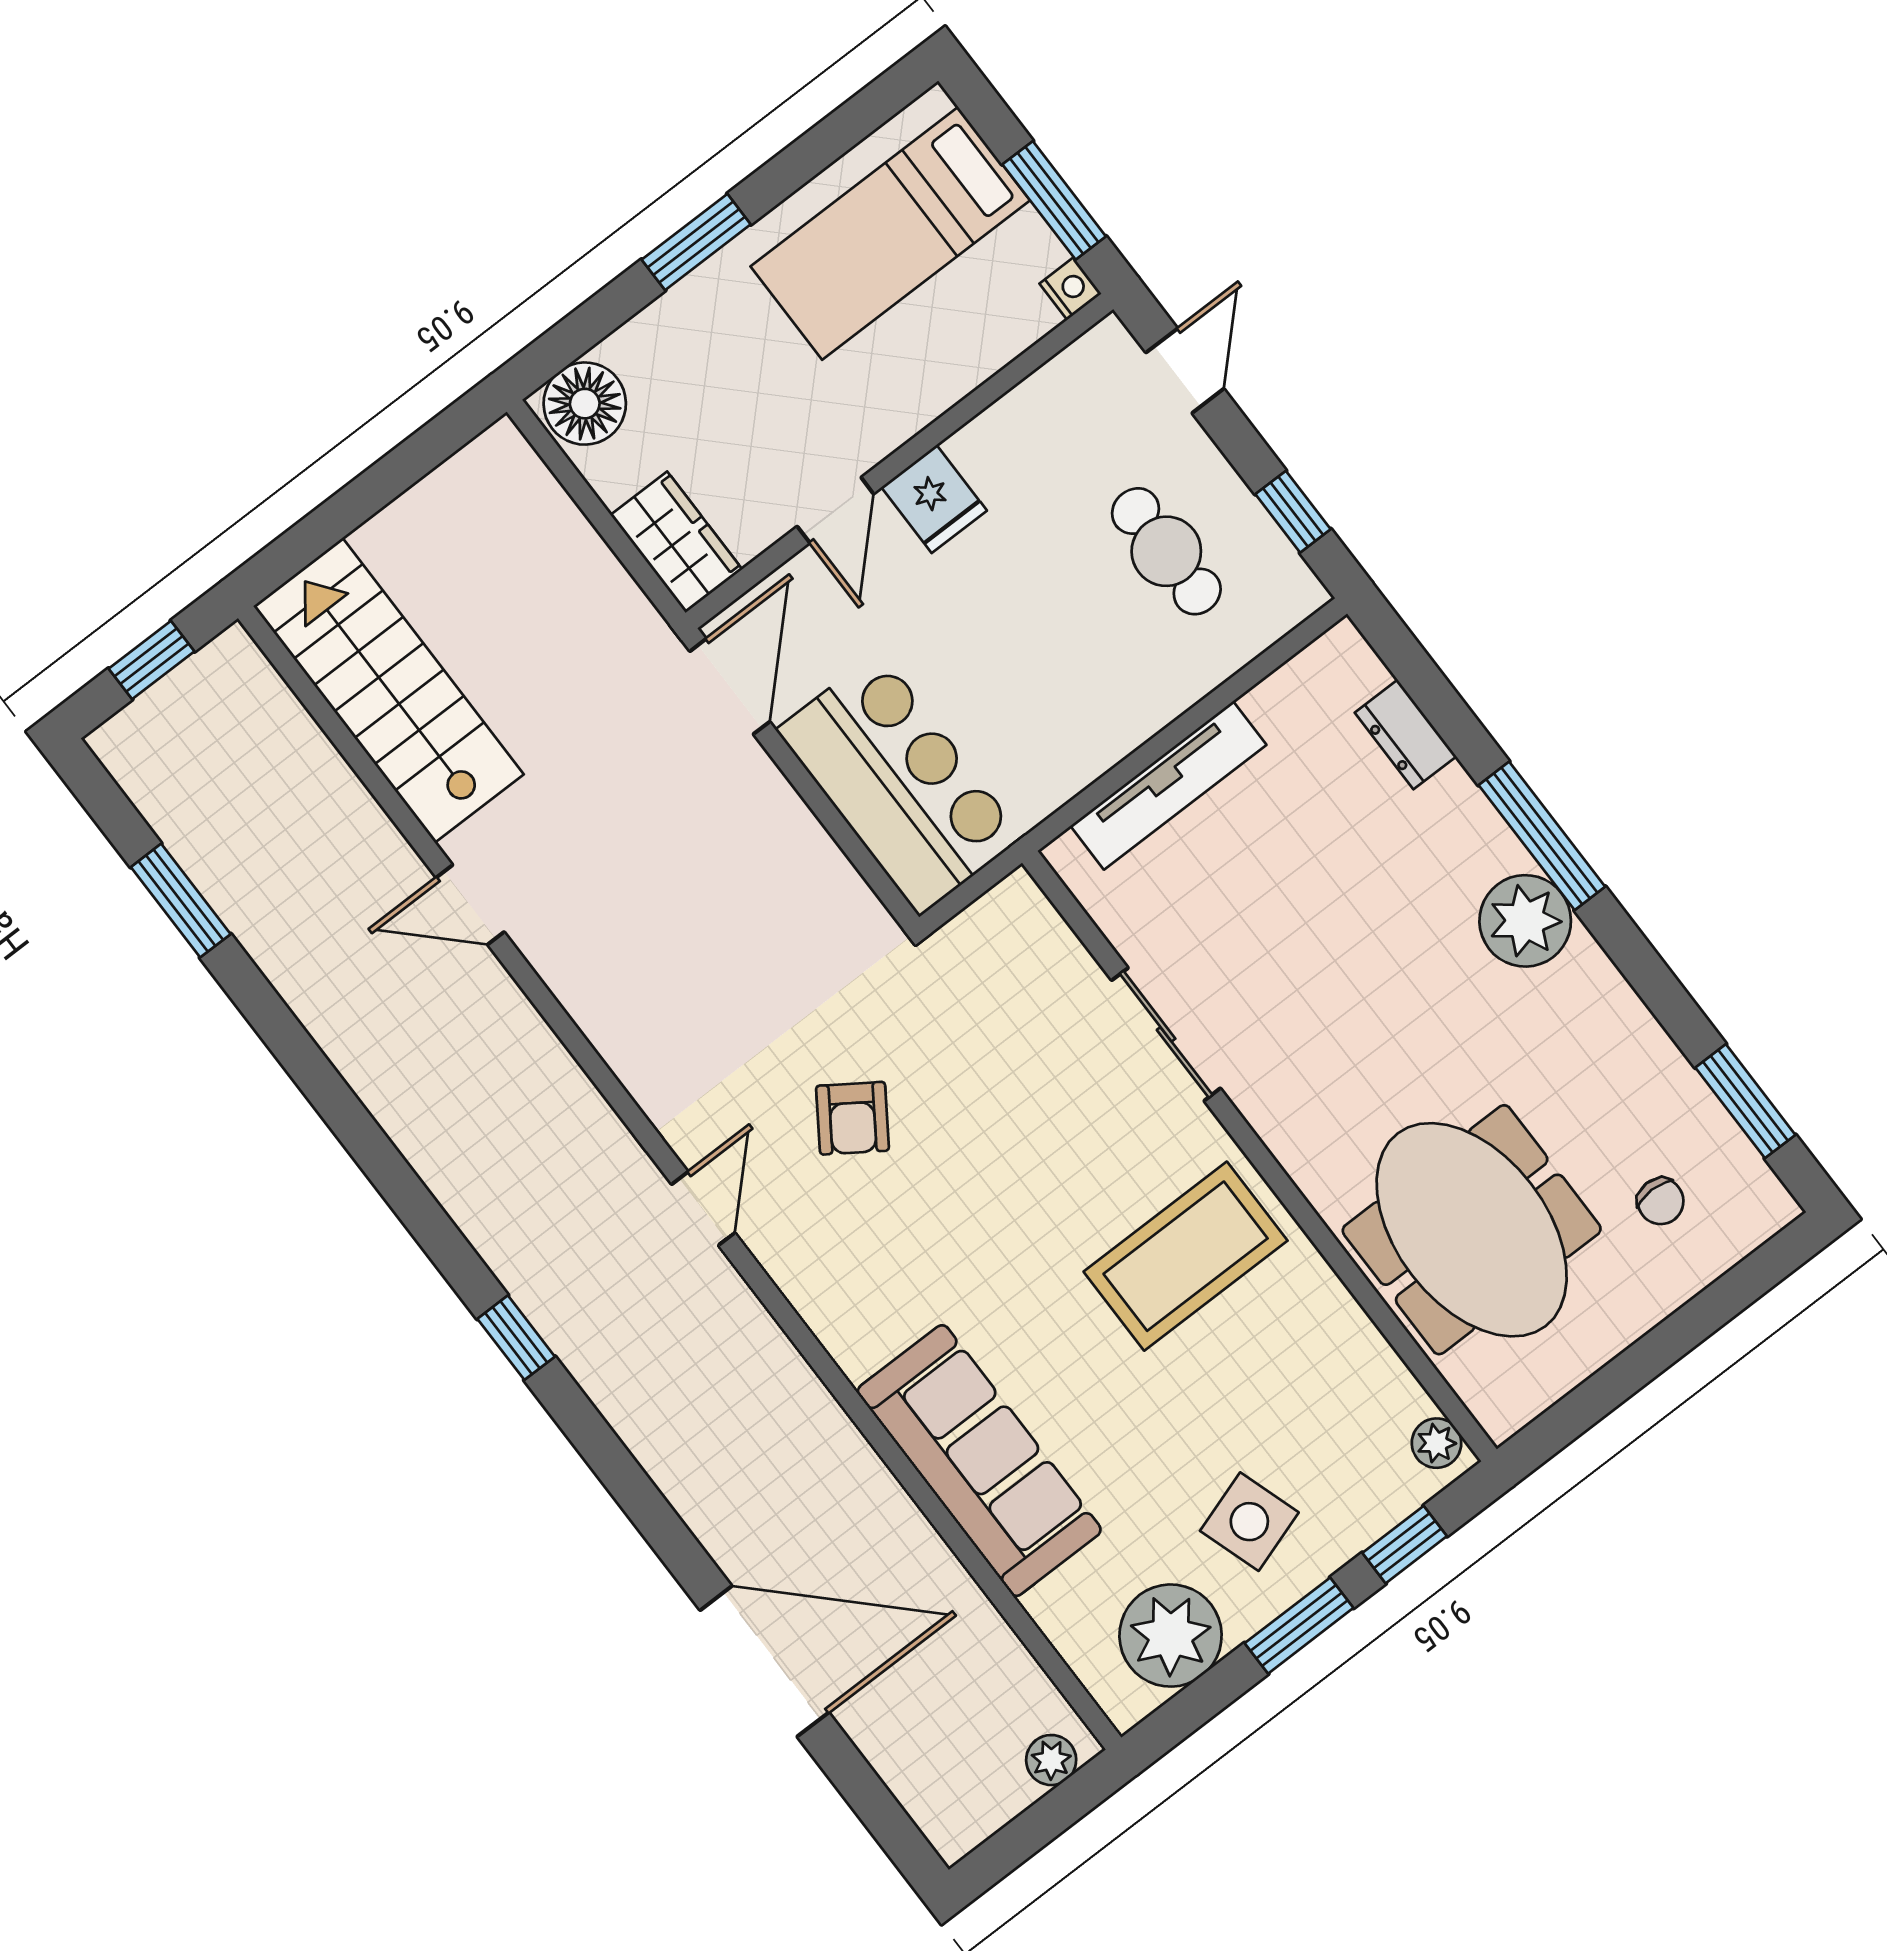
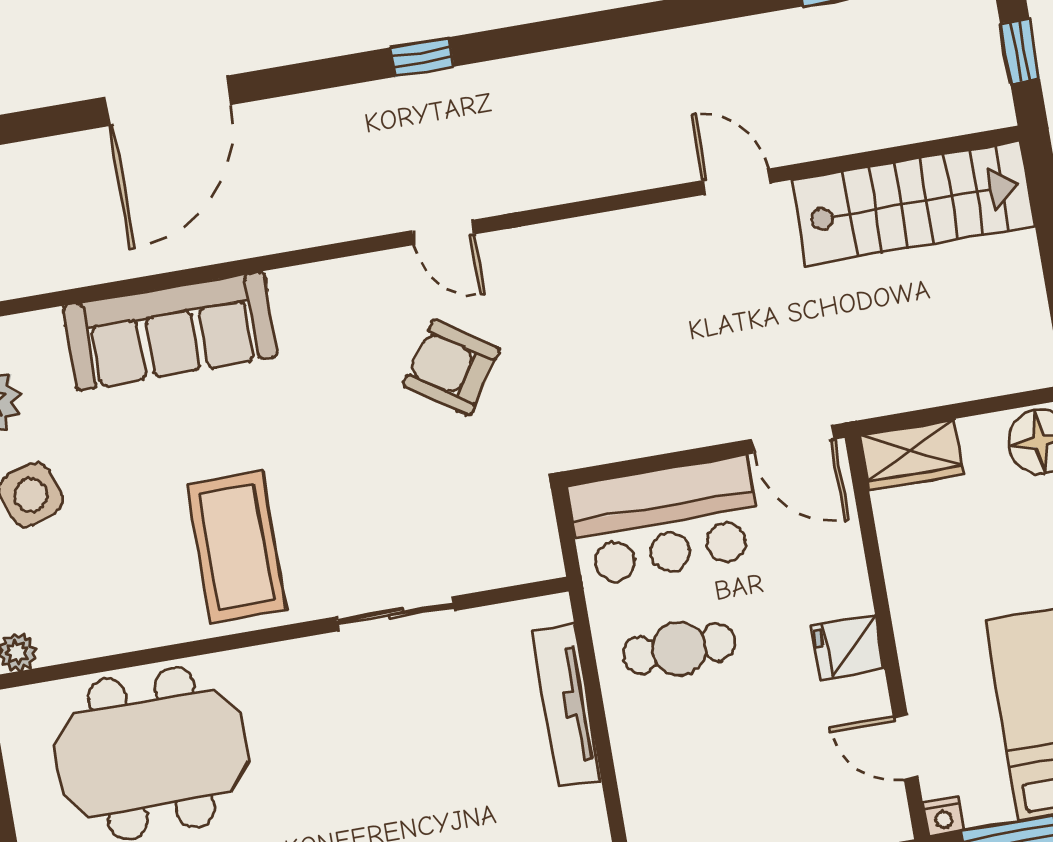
door: (835, 510) -> (906, 747), moved
cafe table: (1166, 551) -> (679, 649), moved
door: (470, 905) -> (737, 182), hinge flipped
armchair: (852, 1118) -> (452, 368), width x1.38, depth x1.38
door: (764, 1661) -> (168, 101), moved

